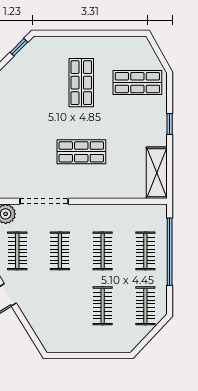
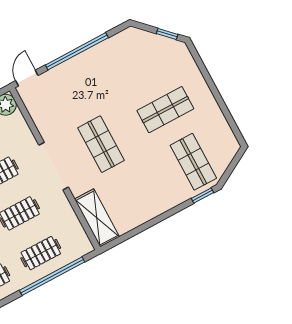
window: (170, 124) -> (202, 196), moved
shelving: (157, 173) -> (97, 218), moved, turned 90
doorway: (44, 201) -> (54, 166), moved

